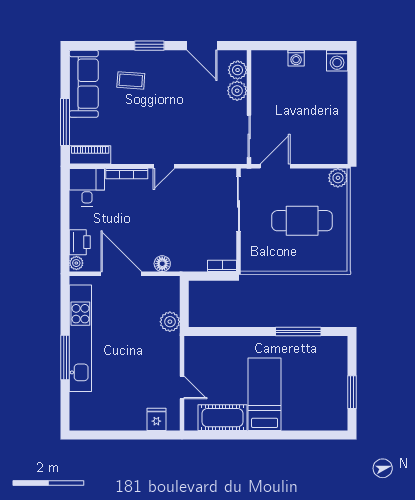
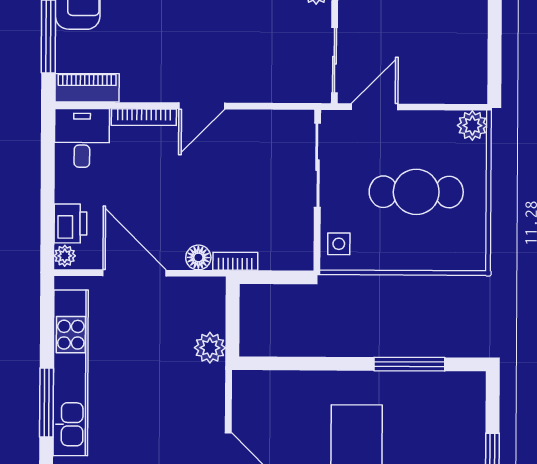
door: (164, 166) -> (202, 106), width x1.37
side table: (252, 254) -> (339, 244), added
bookcase: (222, 266) -> (235, 261), moved

